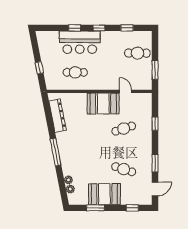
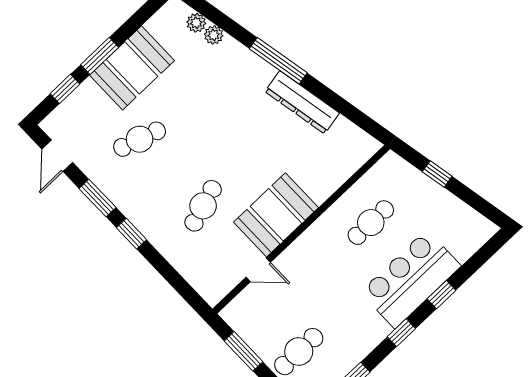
dresser: (58, 116) -> (302, 102), moved
window: (155, 124) -> (132, 234), moved
window: (95, 208) -> (100, 56), moved

